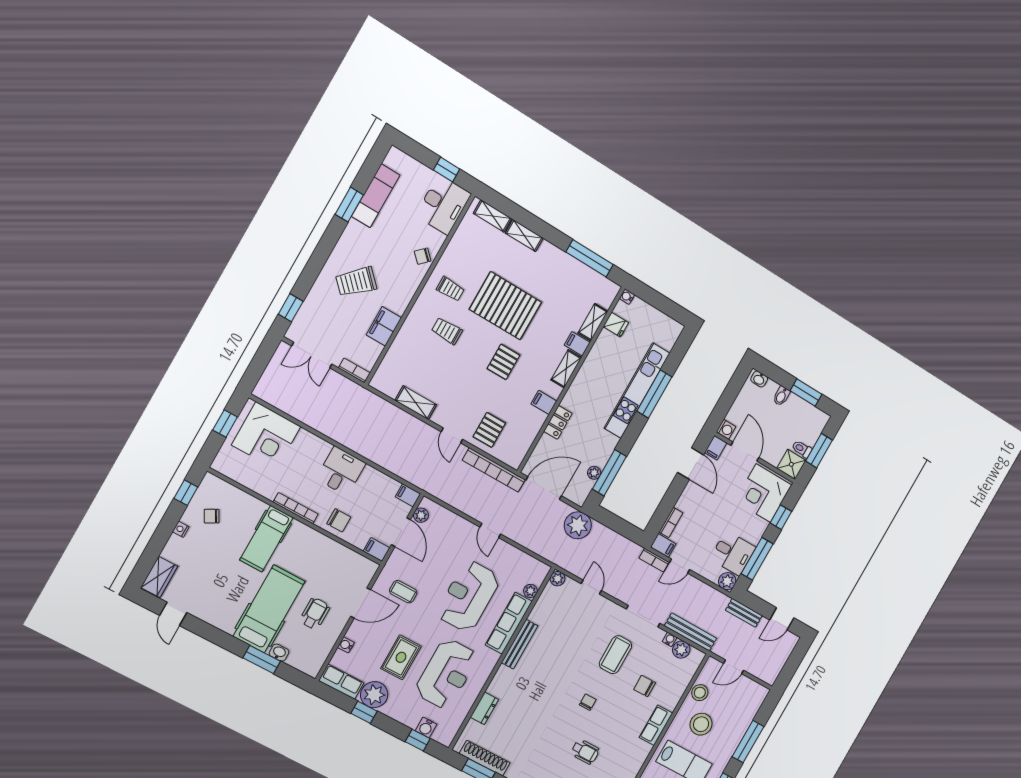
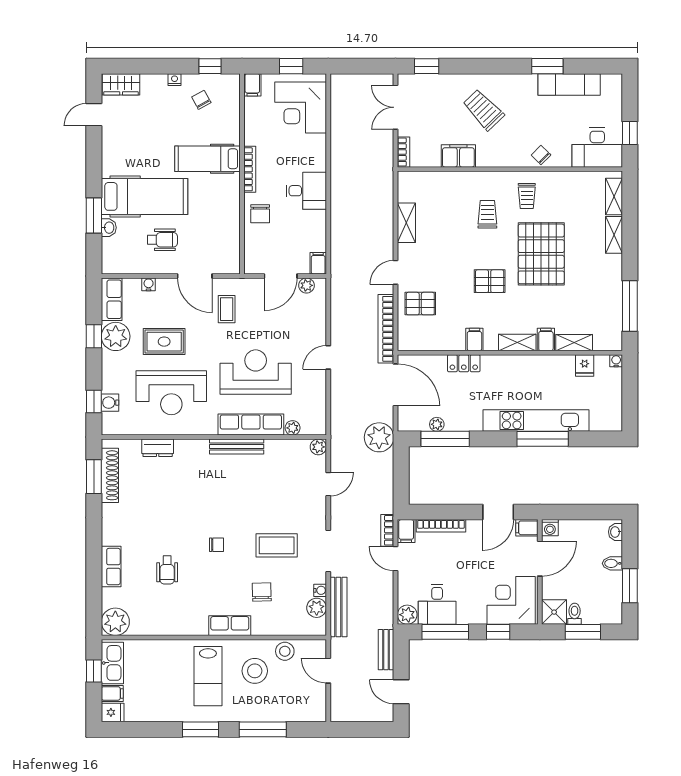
bookcase: (671, 522) -> (441, 526), width x1.56
filing cabinet: (376, 549) -> (252, 85), moved, turned 180

